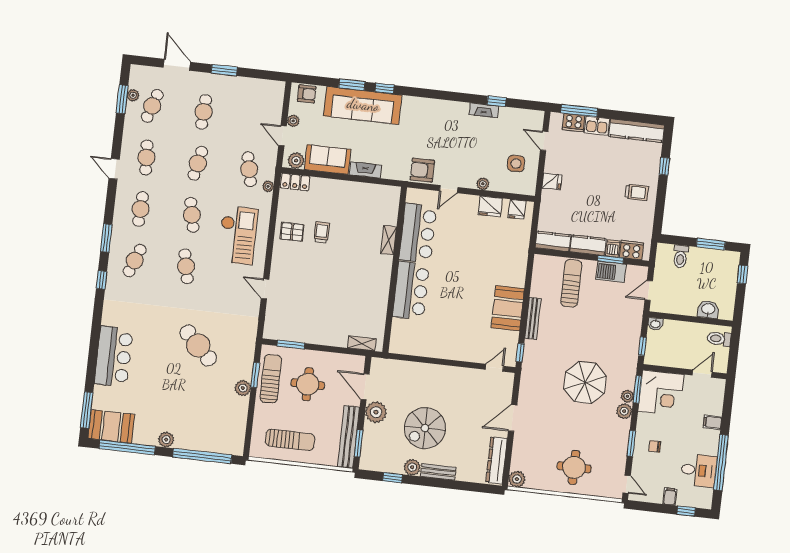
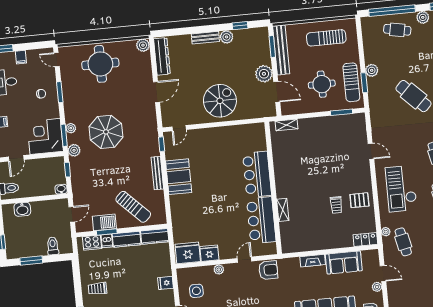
plant: (296, 161) -> (368, 256), removed
fridge: (517, 209) -> (188, 253), width x1.88, depth x1.34
sun lounger: (571, 283) -> (133, 207), turned -45
plant: (624, 411) -> (74, 150), moved
spiral stairs: (425, 428) -> (220, 101), moved
cafe table: (201, 431) -> (397, 30), added
round table: (574, 467) -> (100, 64), width x1.36, depth x1.36

